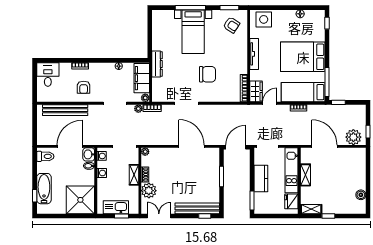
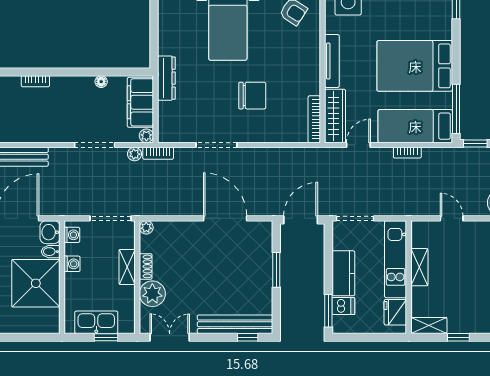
armchair: (84, 87) -> (41, 118), removed
wardrobe: (256, 91) -> (335, 116), width x1.50
door: (324, 146) -> (452, 218), width x0.53
dishwasher: (261, 198) -> (343, 306), added
shower: (80, 200) -> (36, 283), moved

